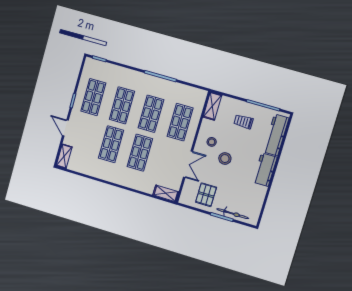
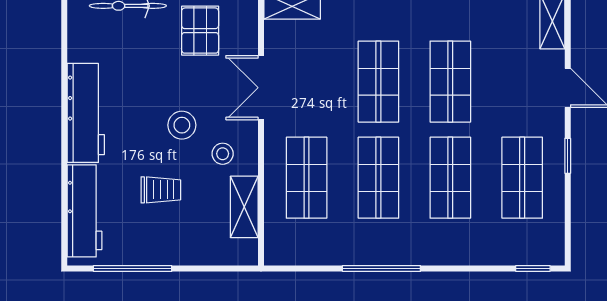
shelving: (212, 106) -> (244, 207), moved
trolley: (243, 122) -> (161, 190), moved
workbench: (265, 170) -> (86, 113), width x1.38

